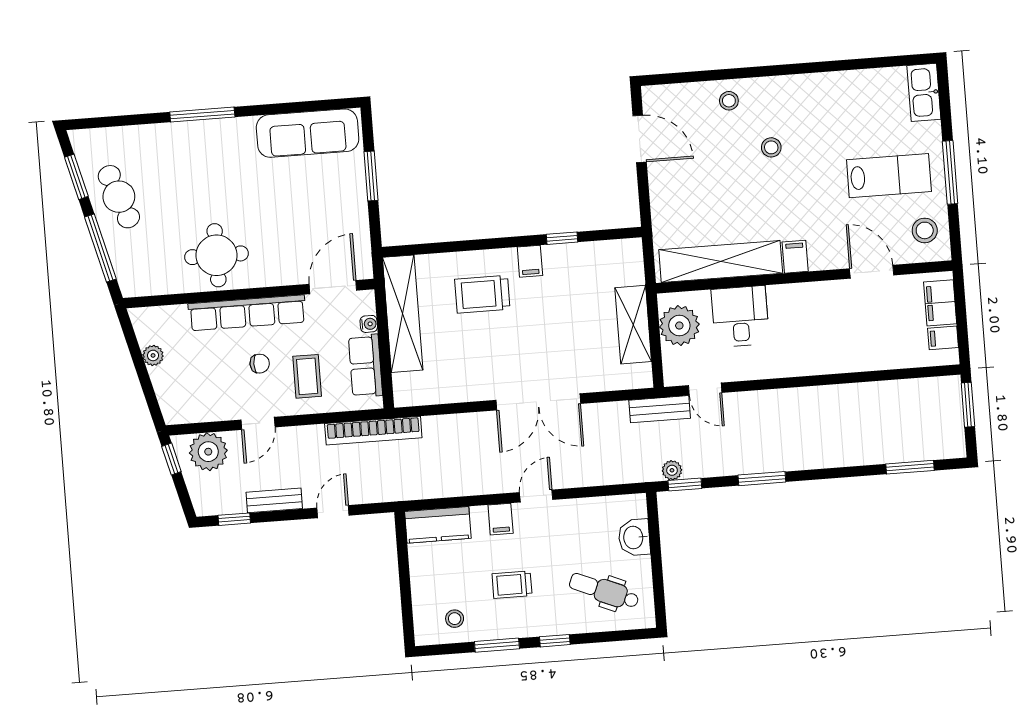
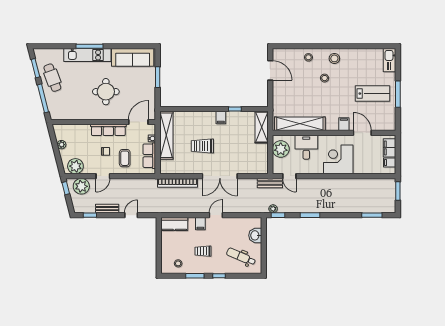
kitchen unit: (198, 136) -> (87, 55), added
stool: (925, 230) -> (334, 58), moved
round table: (216, 255) -> (106, 92), moved
filing cabinet: (795, 257) -> (344, 124), moved
trolley: (482, 294) -> (202, 146), moved
row of seats: (247, 313) -> (108, 130), width x0.73
shelving: (633, 325) -> (262, 127), moved
corner desk: (819, 340) -> (338, 159), added
plant: (191, 405) -> (75, 166), added
bookcase: (373, 431) -> (178, 183), moved

